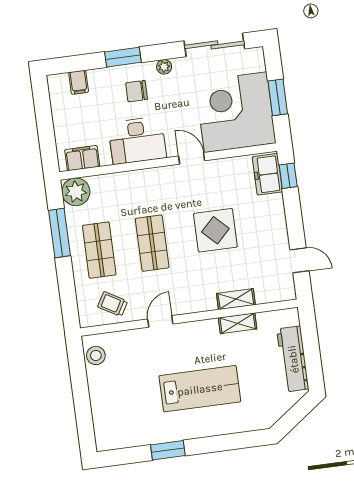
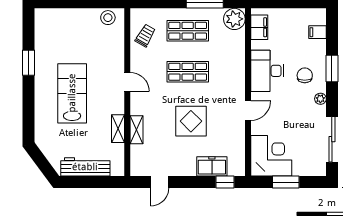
corner desk: (236, 112) -> (271, 156), width x0.74, depth x0.74
freezer: (267, 174) -> (212, 166), moved
door: (160, 321) -> (127, 82), moved
lab bench: (200, 389) -> (72, 93), turned 180

